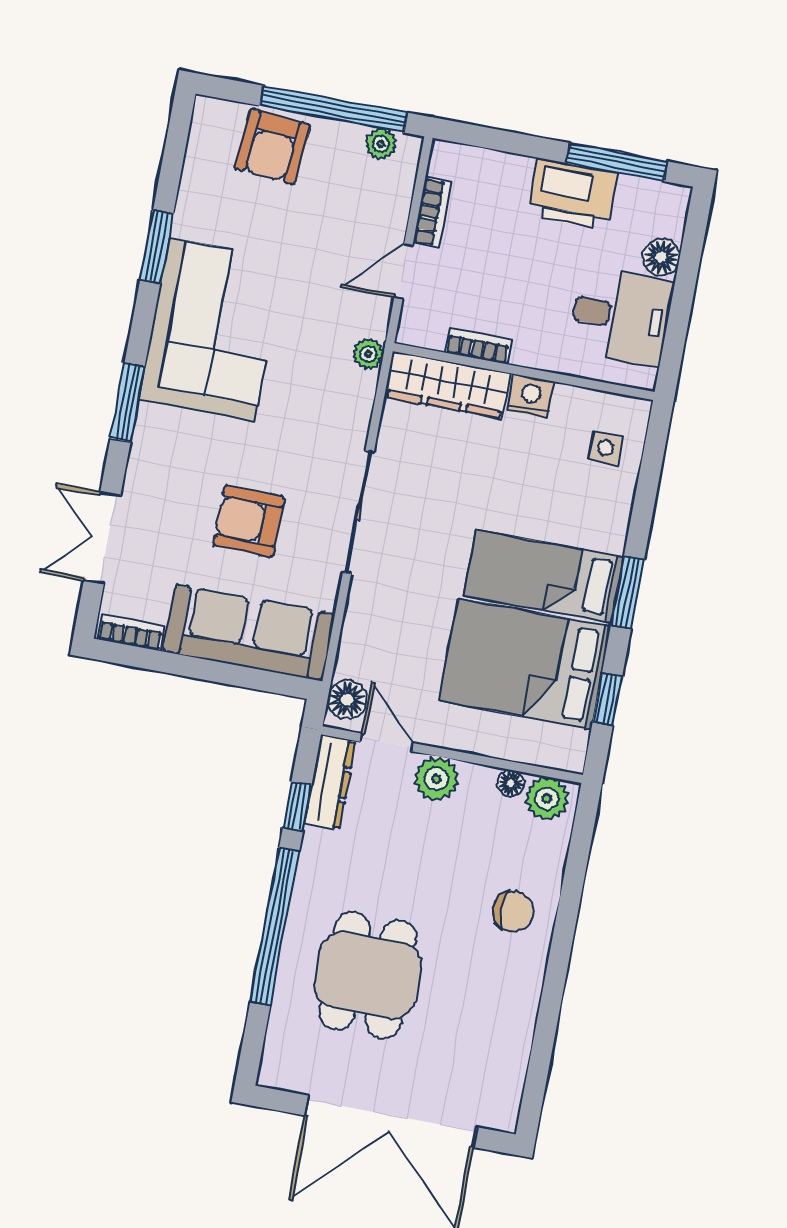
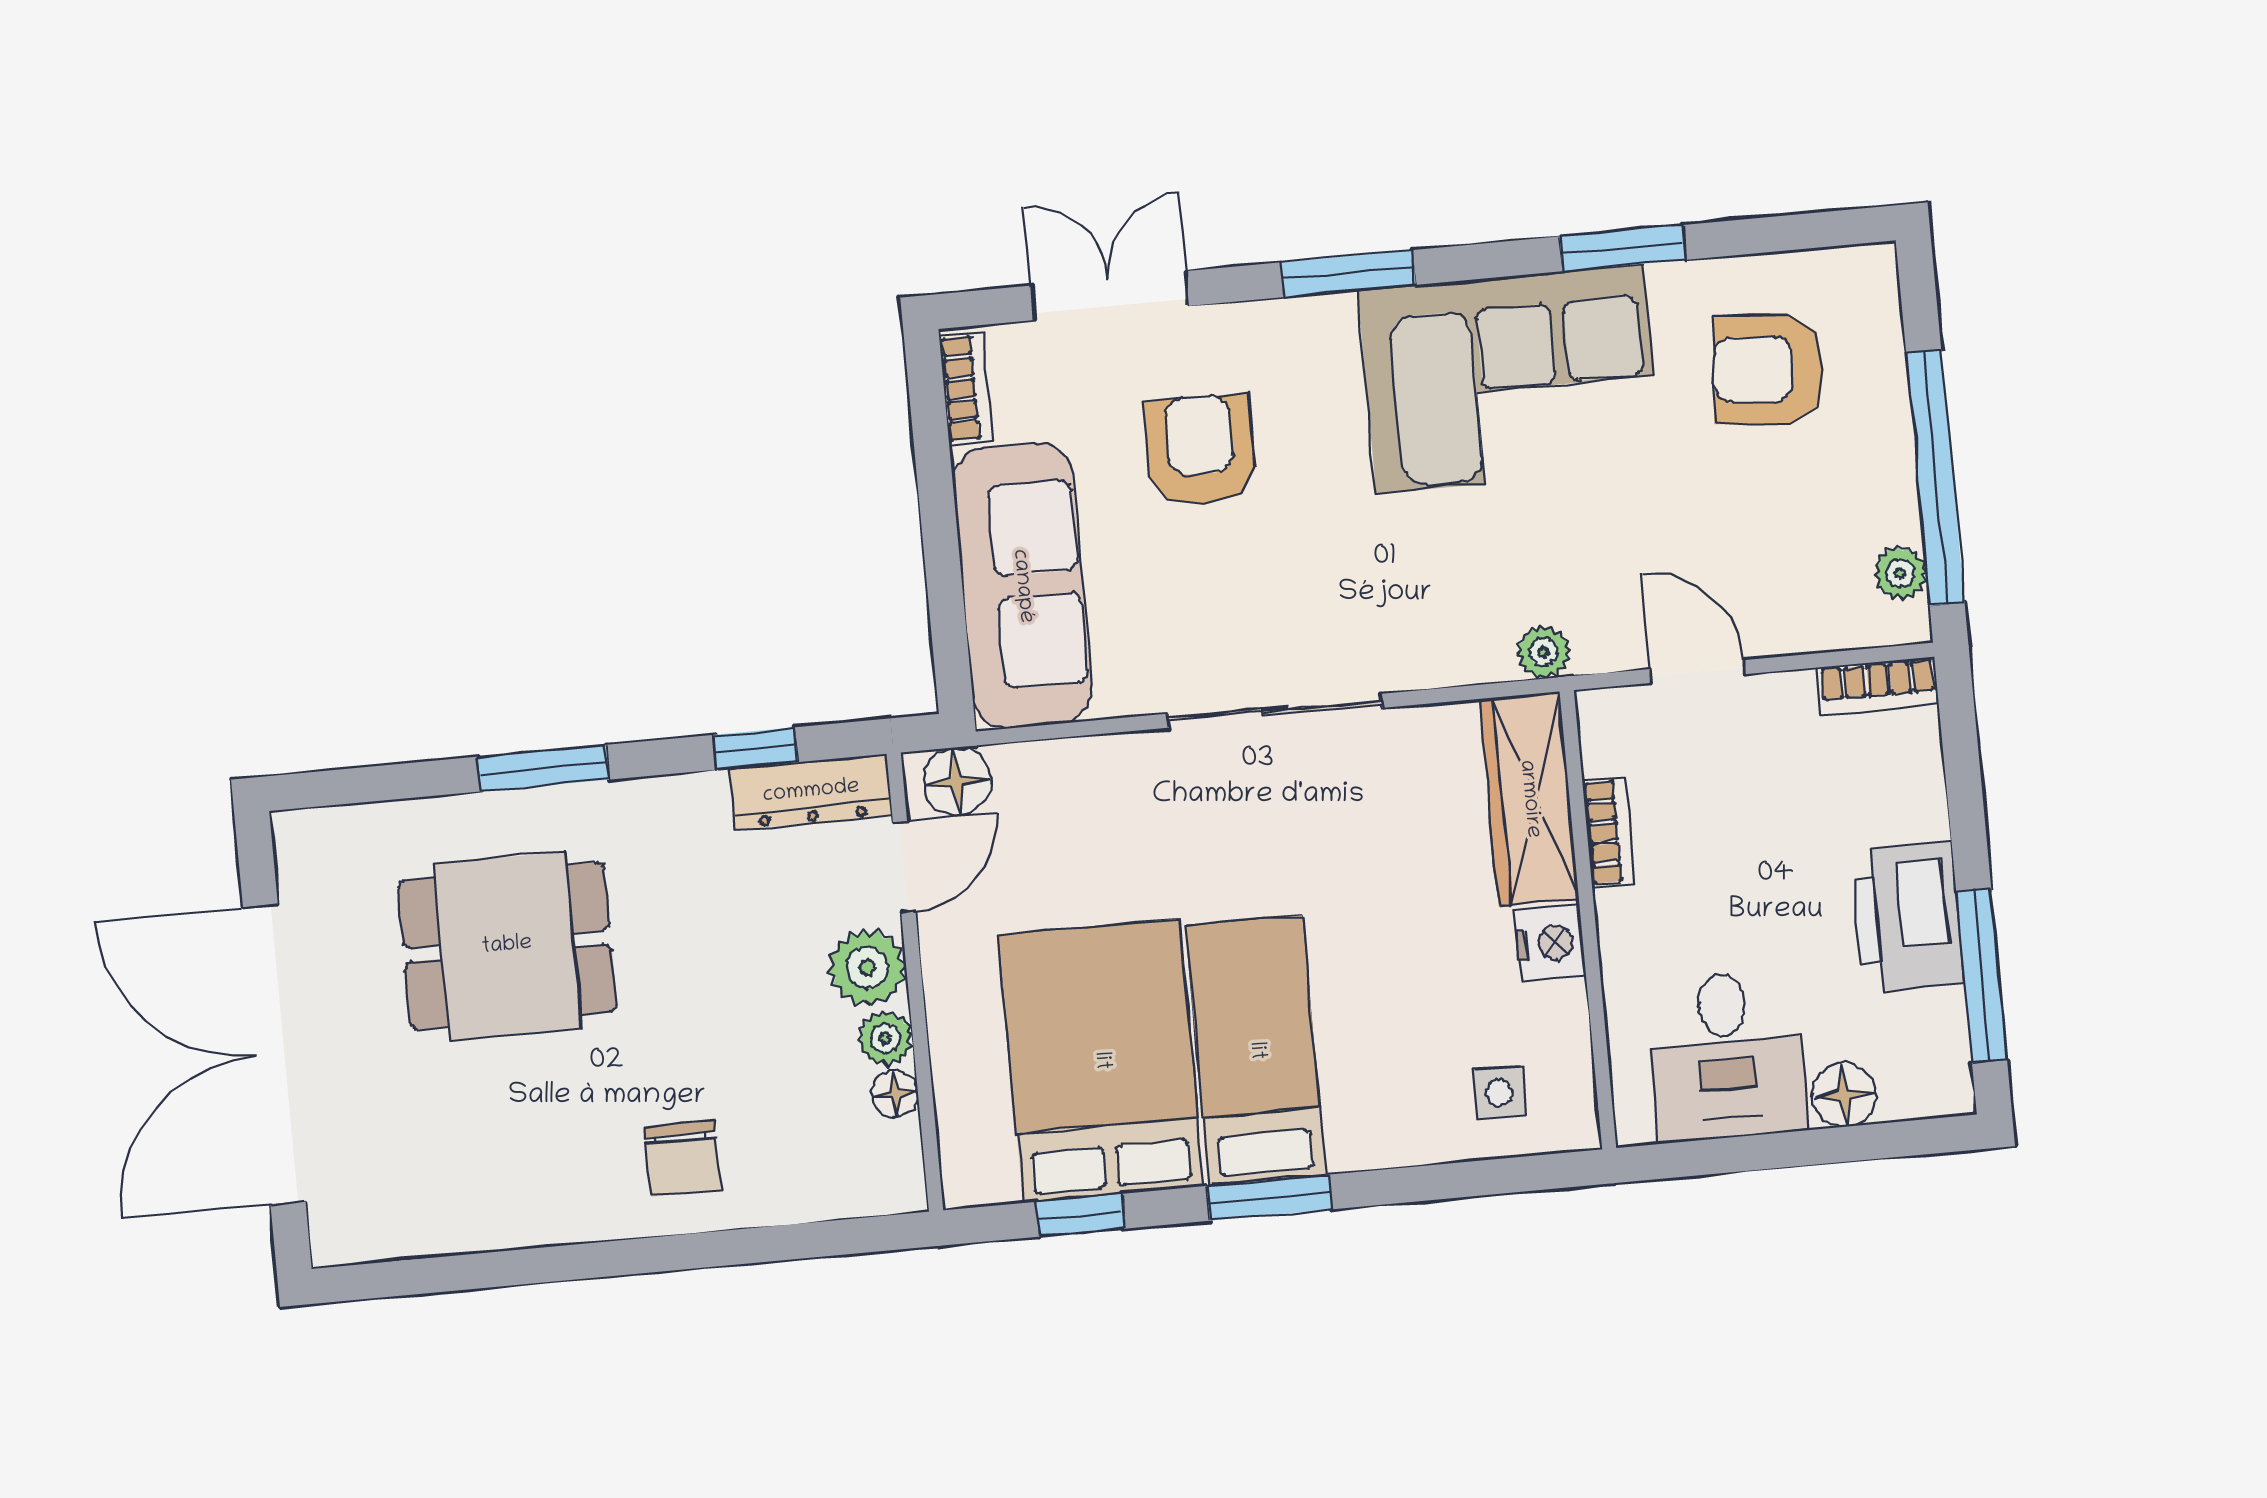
armchair: (272, 147) -> (1768, 370), moved
bookcase: (432, 212) -> (1878, 685), moved
armchair: (249, 521) -> (1200, 450), moved
plant: (547, 799) -> (886, 1038), moved, width x0.73, depth x0.73
window: (275, 927) -> (543, 768), width x0.47

